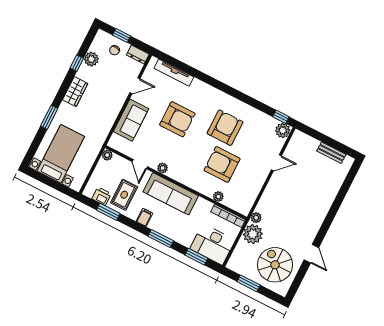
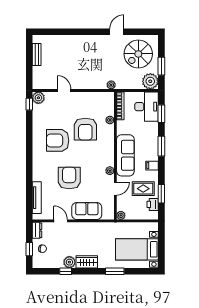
plant: (91, 59) -> (69, 262), moved
plant: (253, 234) -> (150, 81), moved

